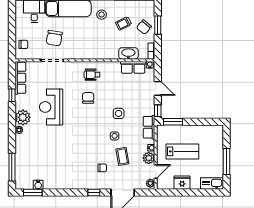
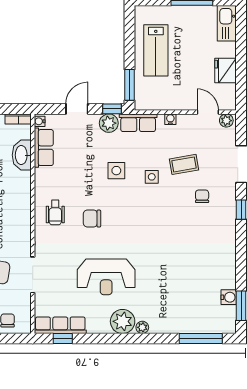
window: (12, 95) -> (63, 339), moved
lab bench: (182, 151) -> (156, 50), moved, turned 180
plant: (149, 158) -> (109, 123), moved

